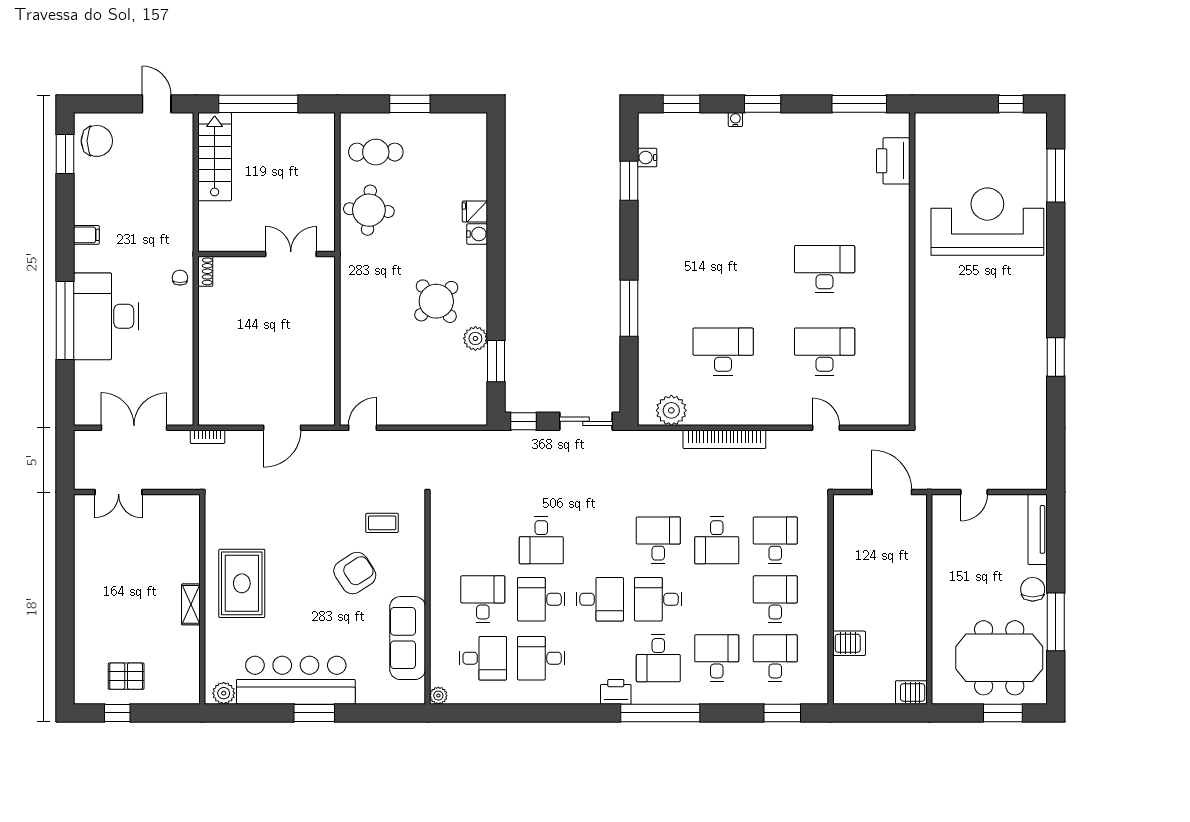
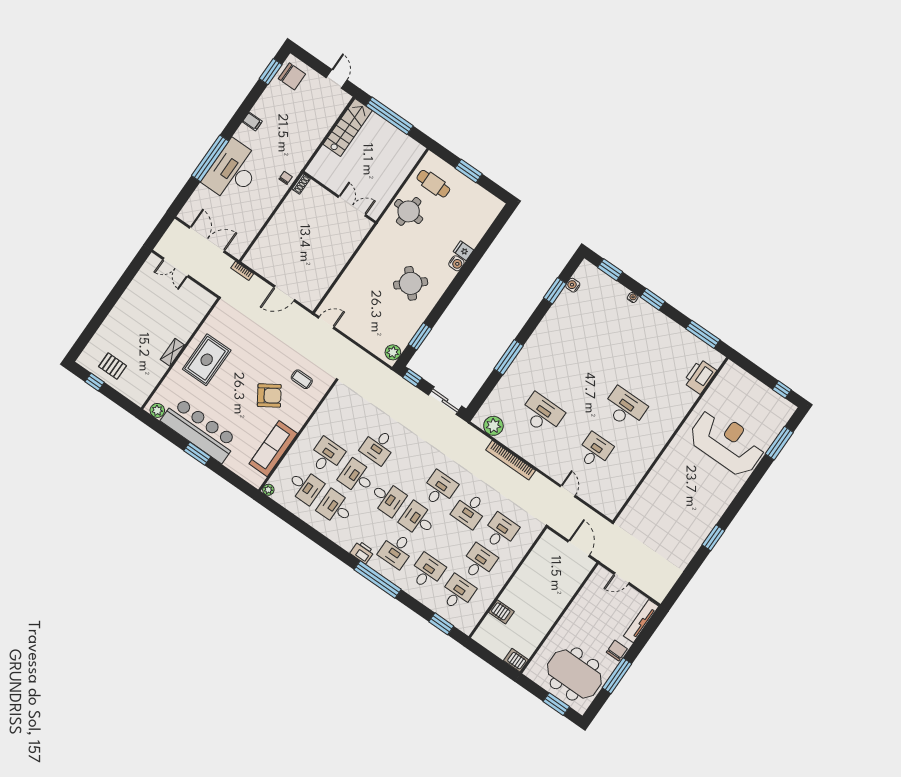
plant: (475, 338) -> (393, 352), moved
desk: (825, 351) -> (595, 451), width x0.73

